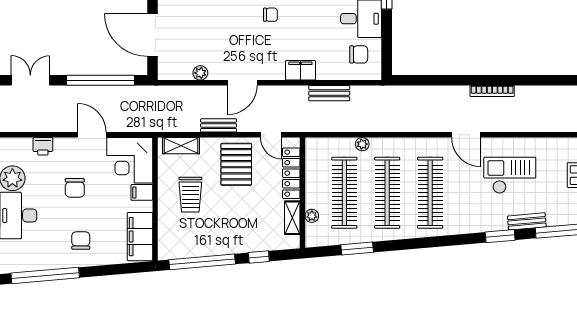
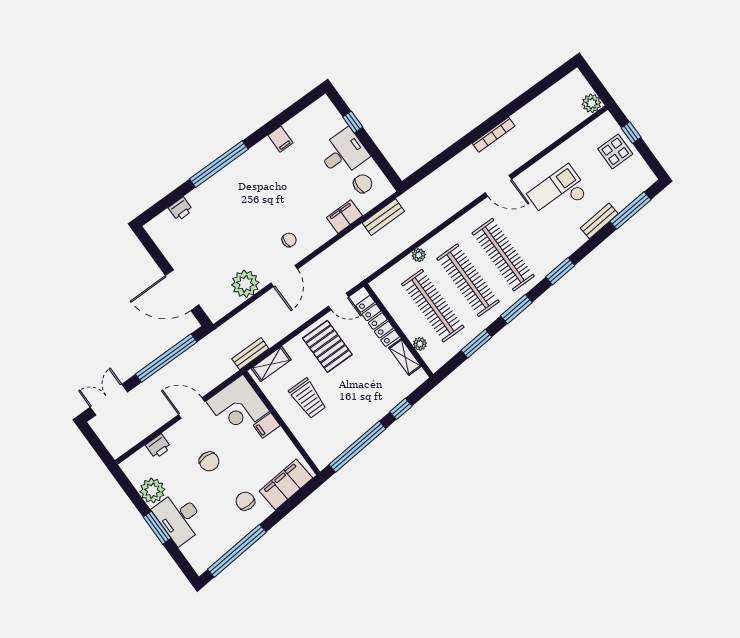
chair: (270, 15) -> (289, 240), moved
filing cabinet: (300, 70) -> (344, 217), moved
plant: (200, 73) -> (245, 284), width x1.88, depth x1.88
bench: (329, 93) -> (383, 217), moved
bench: (219, 125) -> (250, 354), moved
window: (500, 236) -> (560, 271), moved
filing cabinet: (140, 237) -> (286, 485), moved, turned 85
window: (409, 244) -> (516, 309), added

